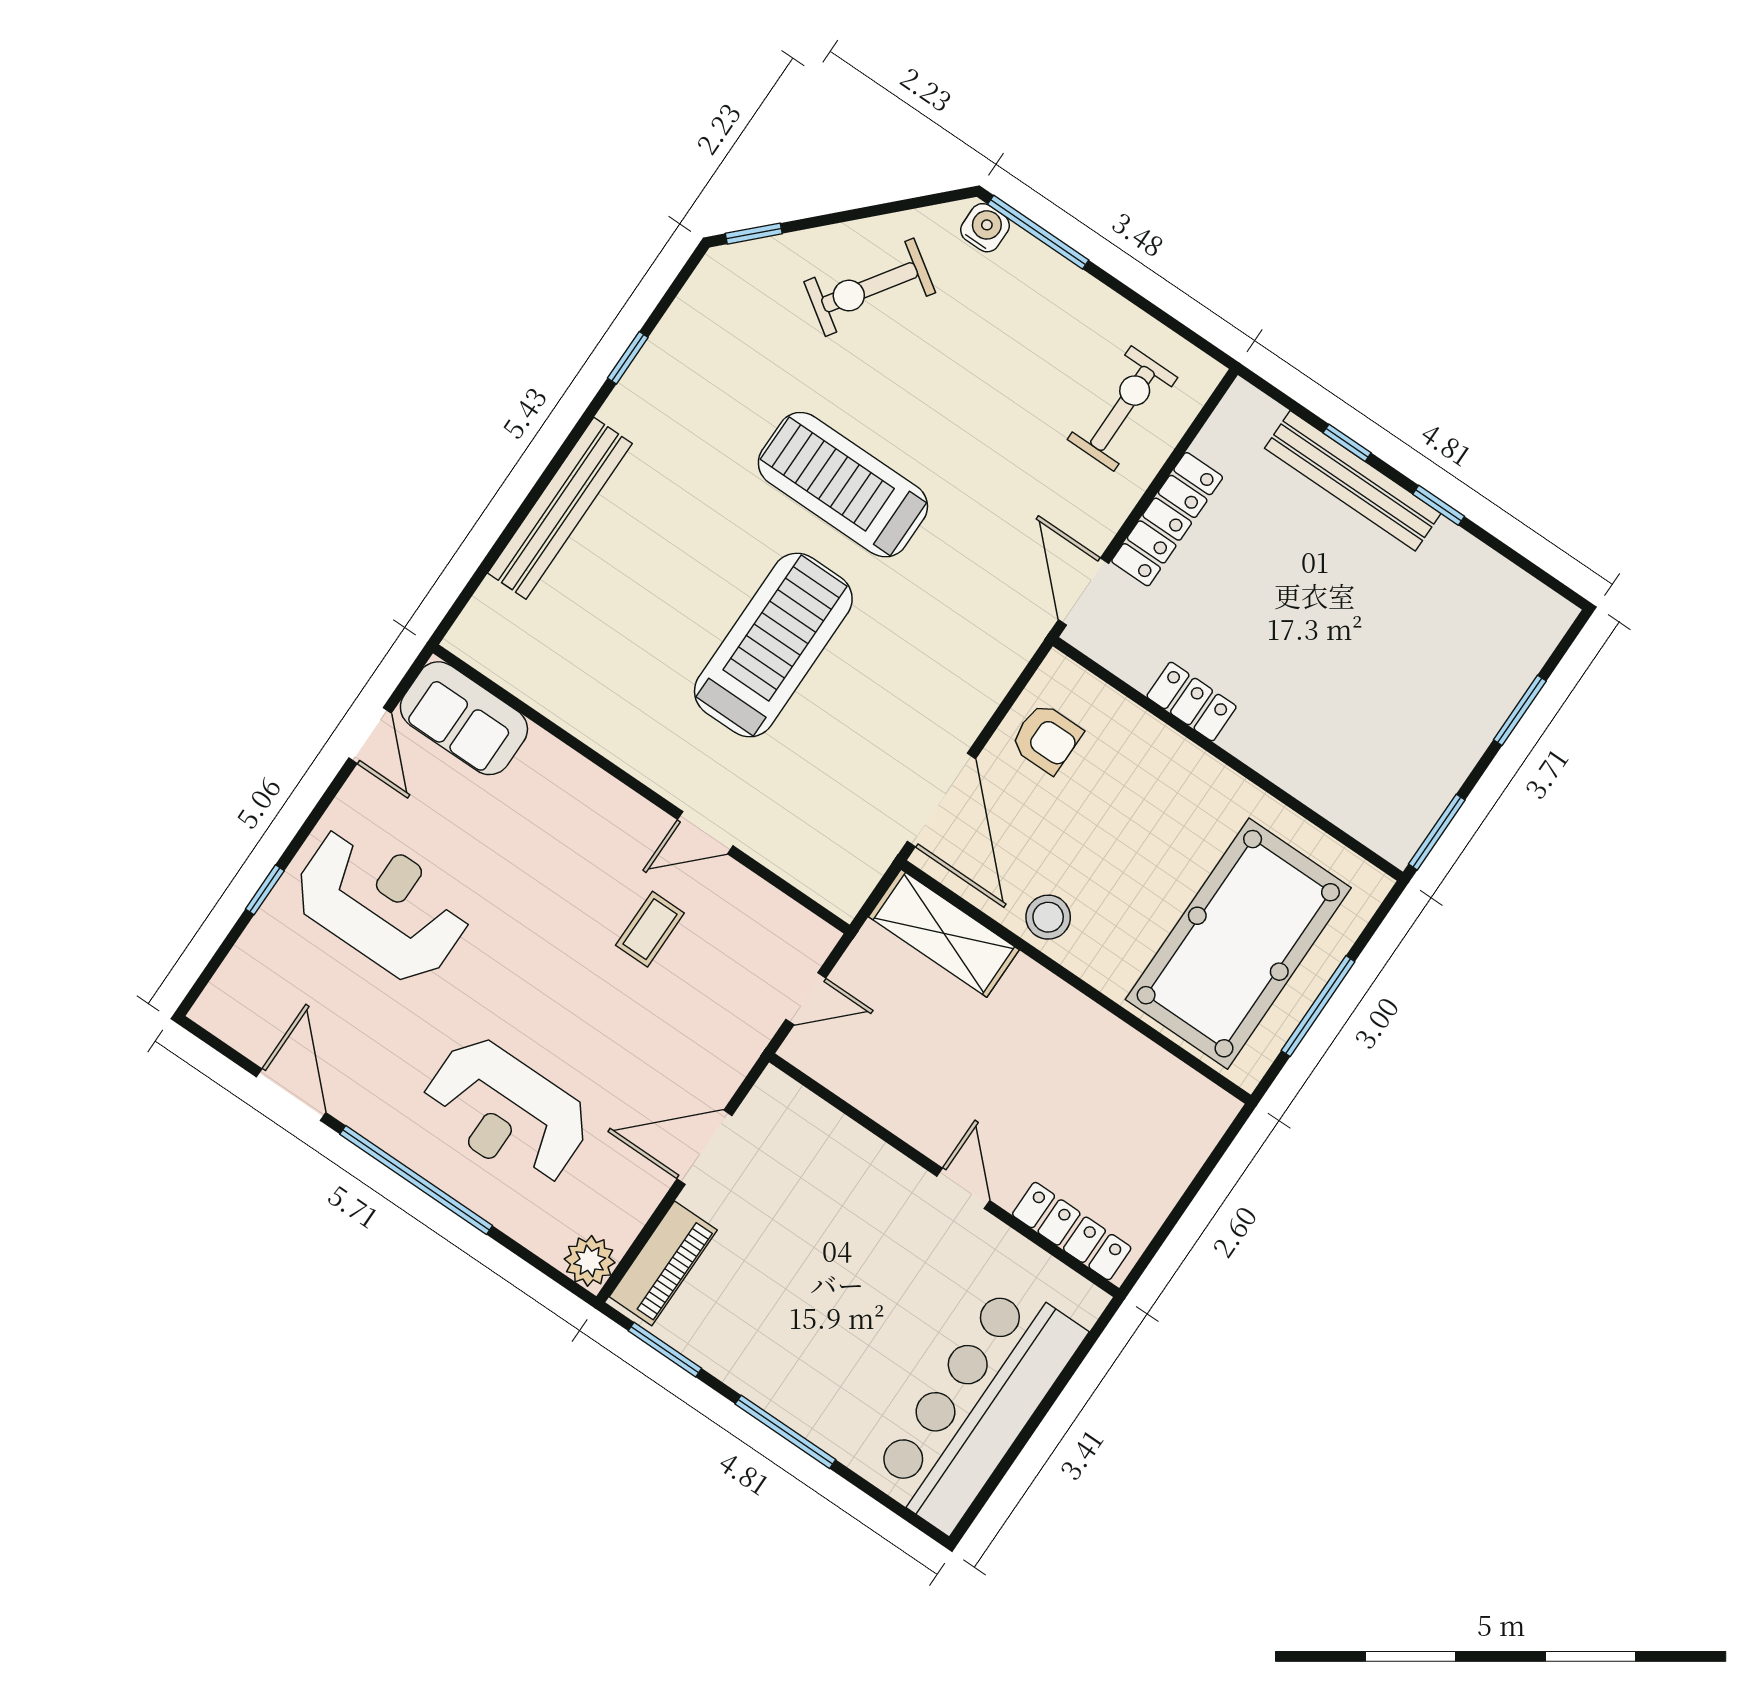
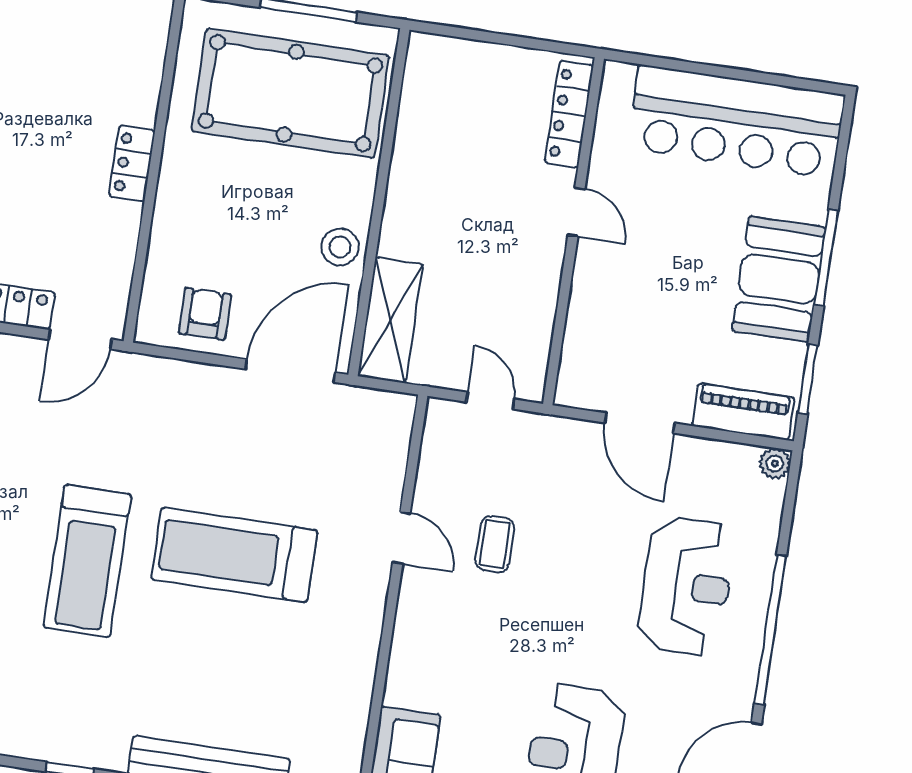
locker: (1192, 702) -> (132, 163), moved
coffee table: (650, 929) -> (495, 544), turned 90
door: (963, 1188) -> (576, 212), swing flipped
plant: (590, 1261) -> (775, 464), width x0.73, depth x0.73
booth: (787, 1370) -> (779, 279), added

